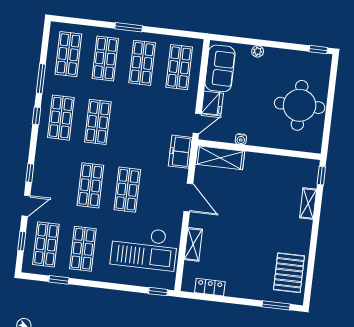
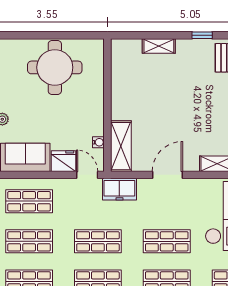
shop shelf: (135, 126) -> (98, 241), added
water cooler: (241, 139) -> (98, 142), moved
window: (321, 176) -> (202, 35), moved

